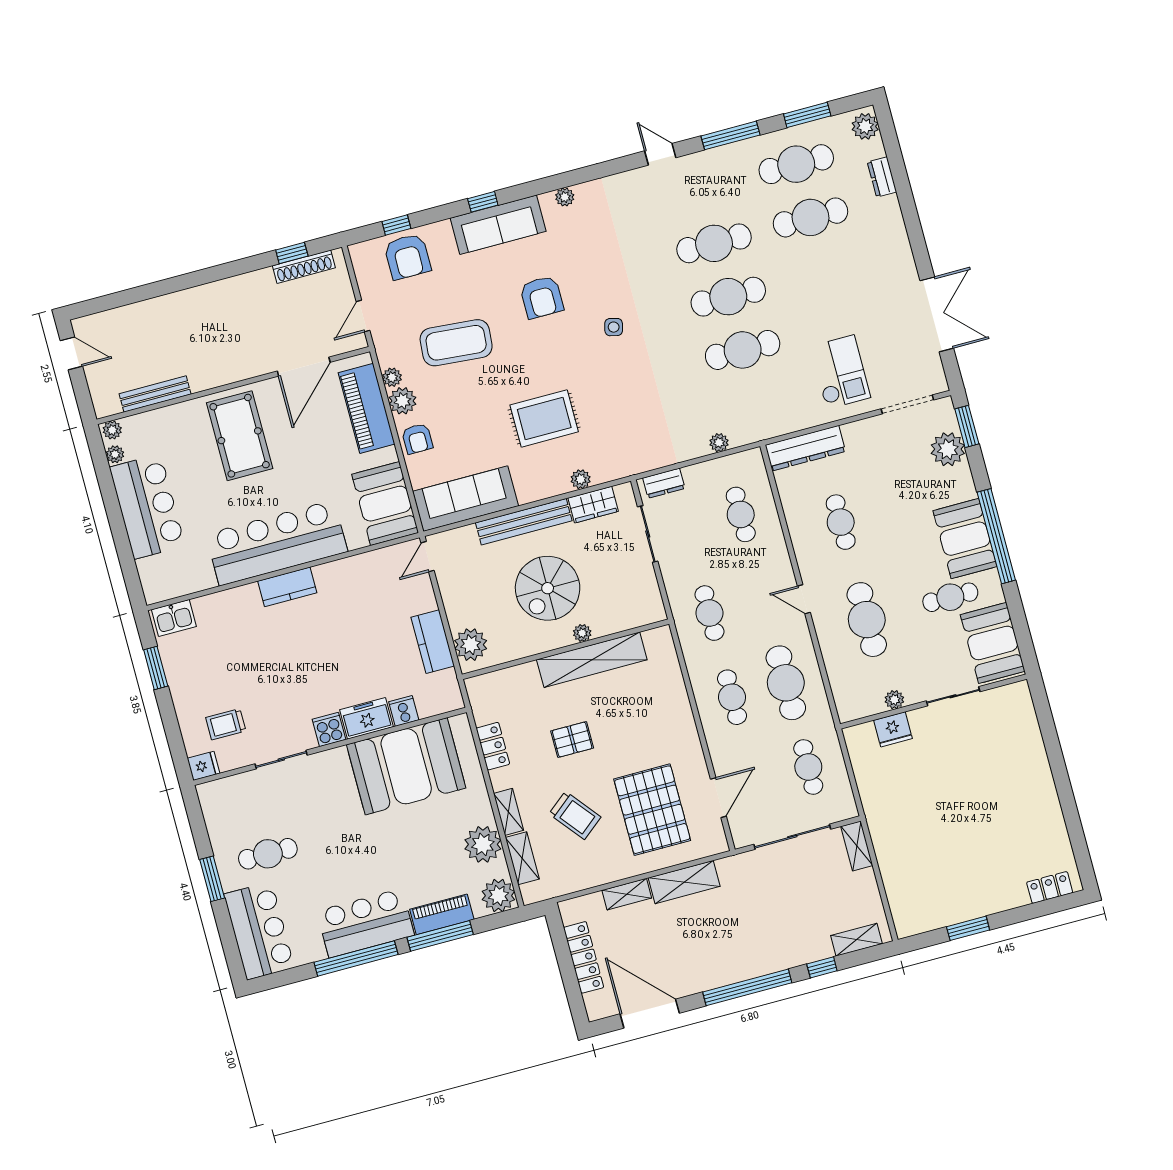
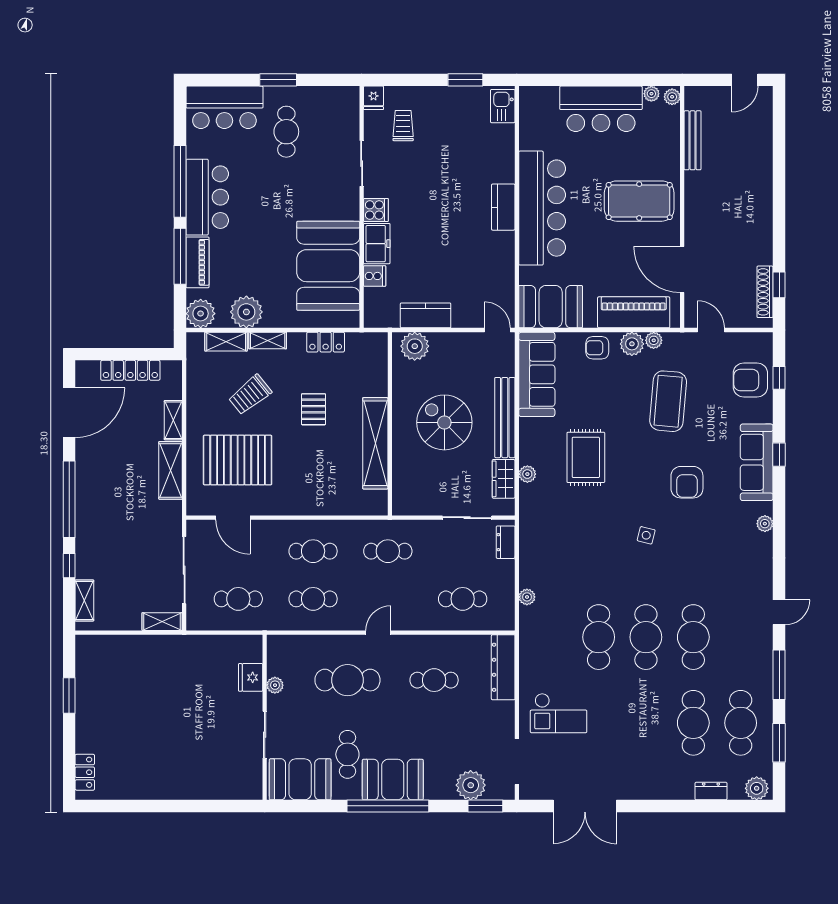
armchair: (542, 297) -> (687, 482), turned -90
plant: (582, 633) -> (400, 441), removed
cafe table: (786, 683) -> (313, 599), width x0.73, depth x0.74

